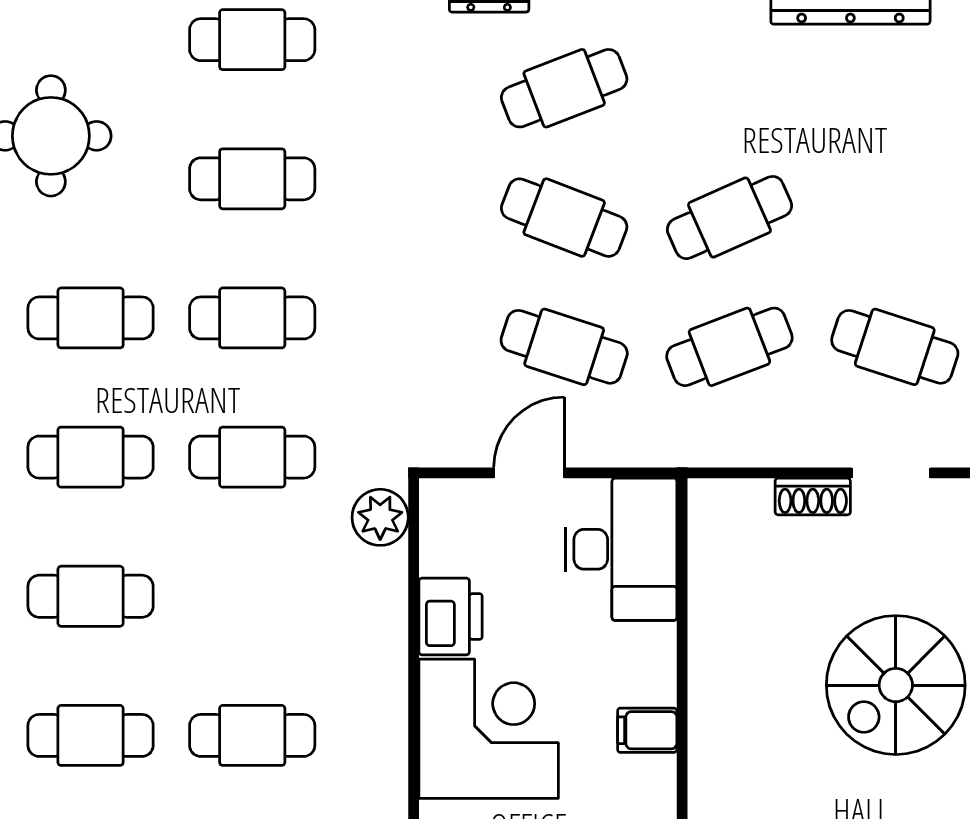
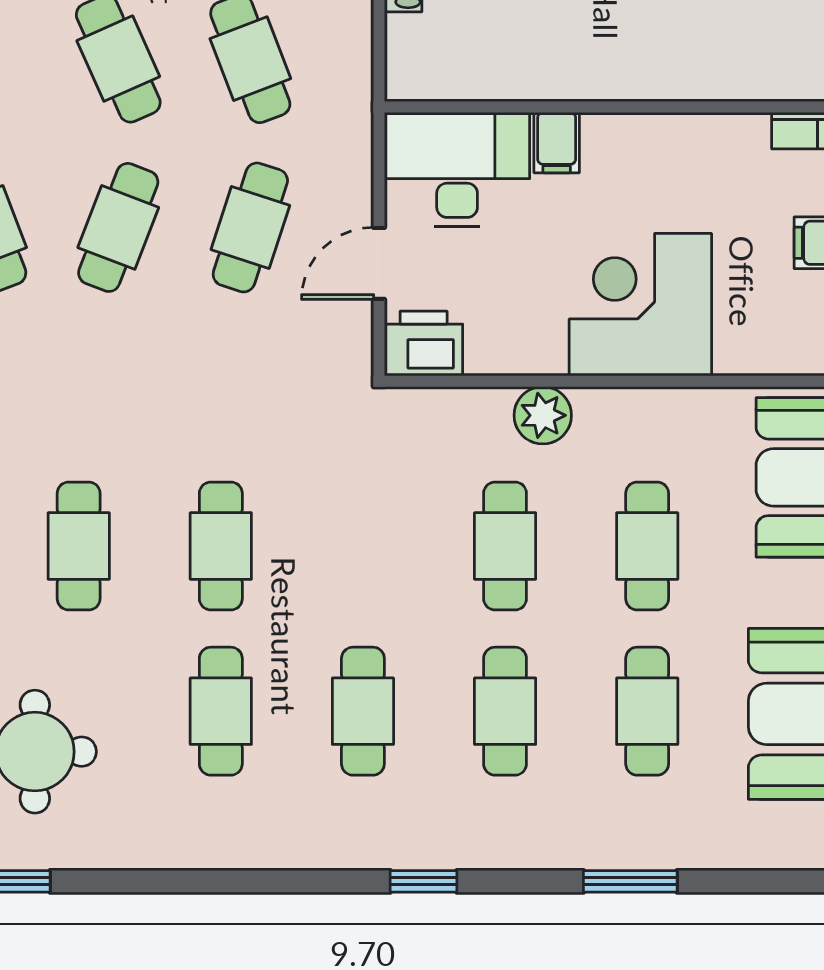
cafe table: (252, 457) -> (505, 546), moved
door: (529, 473) -> (379, 263), hinge flipped
plant: (380, 517) -> (543, 415), moved
printer: (450, 617) -> (424, 344), moved
filing cabinet: (647, 730) -> (557, 143), moved

